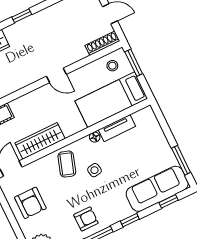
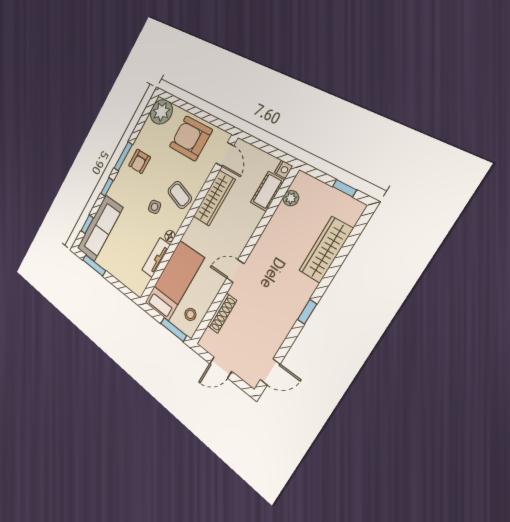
shoe rack: (102, 43) -> (222, 313), moved
armchair: (30, 203) -> (191, 138), width x1.36, depth x1.36

